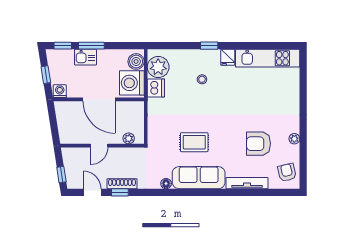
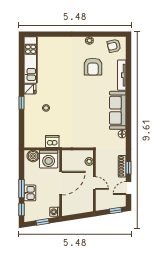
plant: (158, 67) -> (37, 140), removed
rug: (194, 142) -> (92, 114), removed

